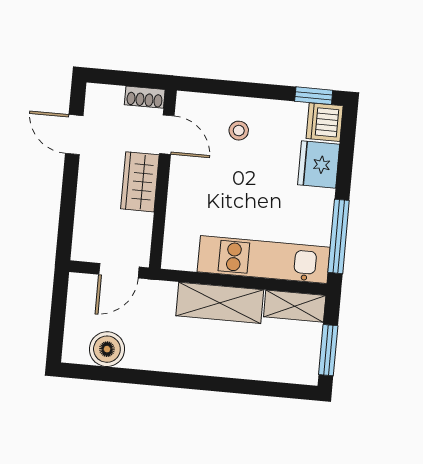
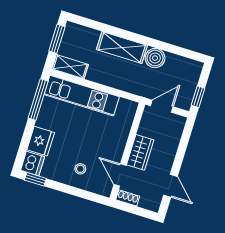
window: (59, 301) -> (198, 97), added
shelving: (220, 303) -> (122, 47), moved
boiler: (107, 349) -> (155, 58), moved

